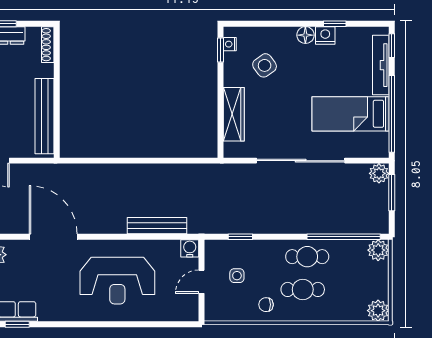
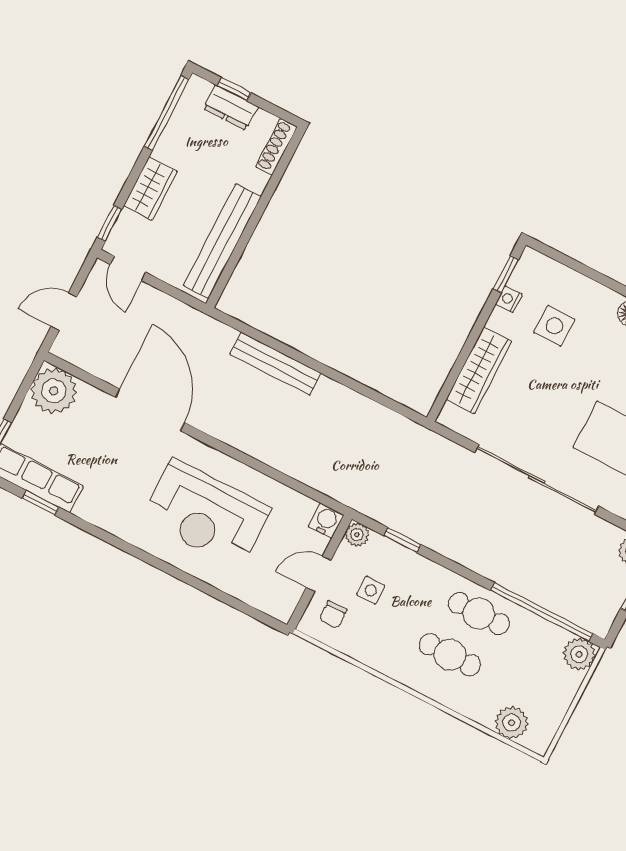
nightstand: (230, 44) -> (509, 299), moved
side table: (265, 65) -> (554, 326), turned 36
bench: (157, 226) -> (275, 364), moved
plant: (212, 247) -> (357, 535), added
chair: (266, 305) -> (333, 614), moved, turned -90
plant: (378, 311) -> (512, 723), moved

